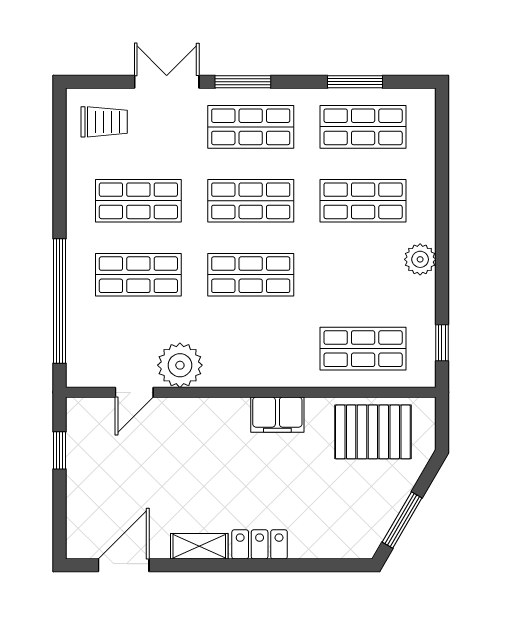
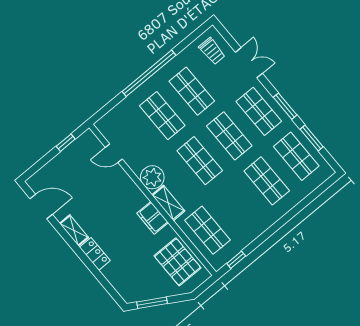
window: (243, 82) -> (285, 106), moved
plant: (420, 259) -> (262, 223), removed
window: (59, 301) -> (149, 73), moved
plant: (180, 365) -> (152, 177), moved
shelving: (275, 373) -> (168, 203), added

